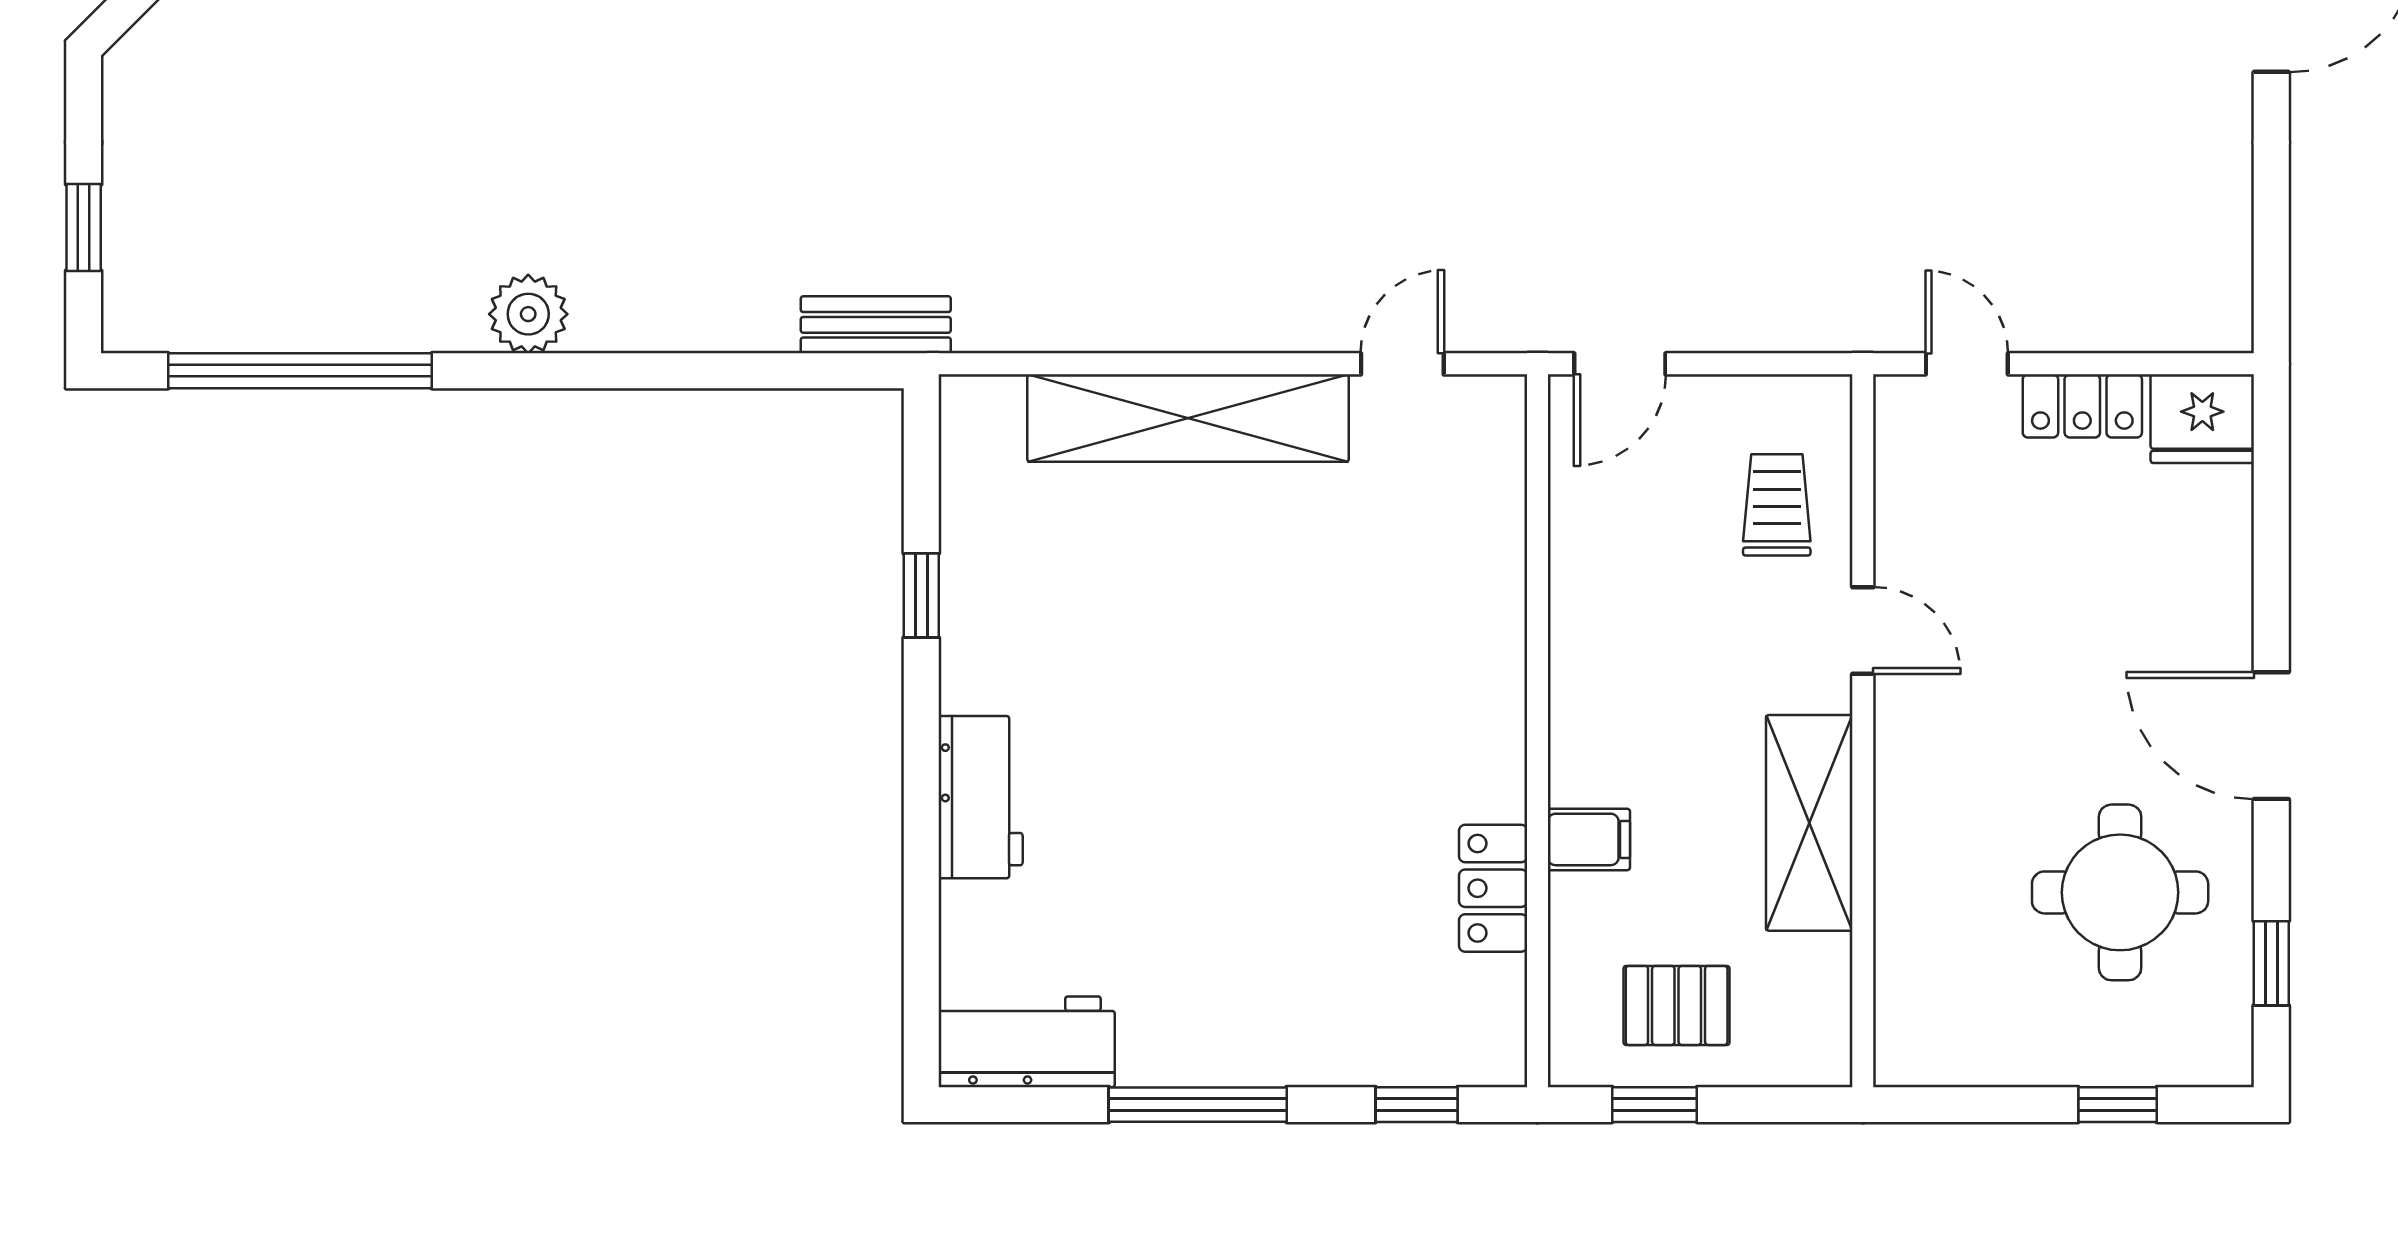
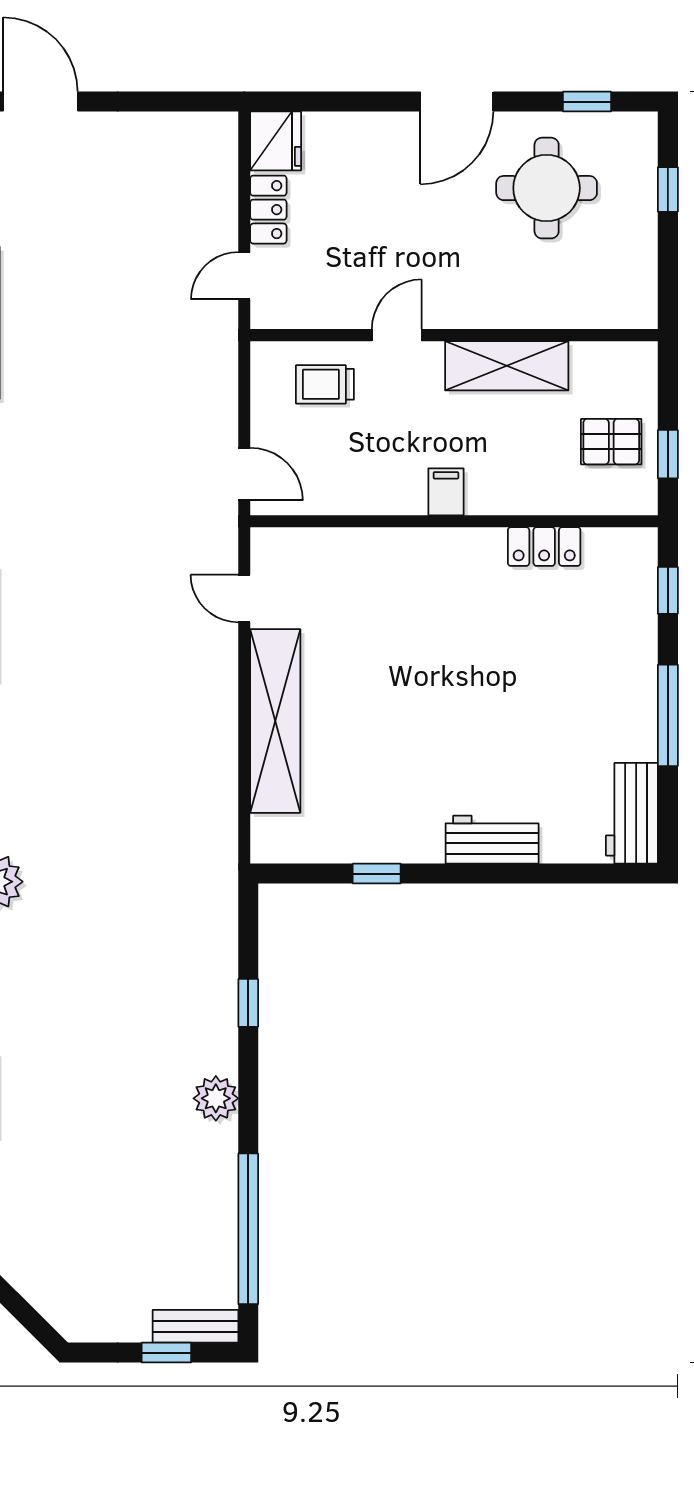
bench: (876, 325) -> (195, 1326), moved, turned 90
window: (695, 371) -> (248, 1003), added
filing cabinet: (1589, 839) -> (446, 492), moved
pallet: (1677, 1005) -> (611, 442), turned 90

